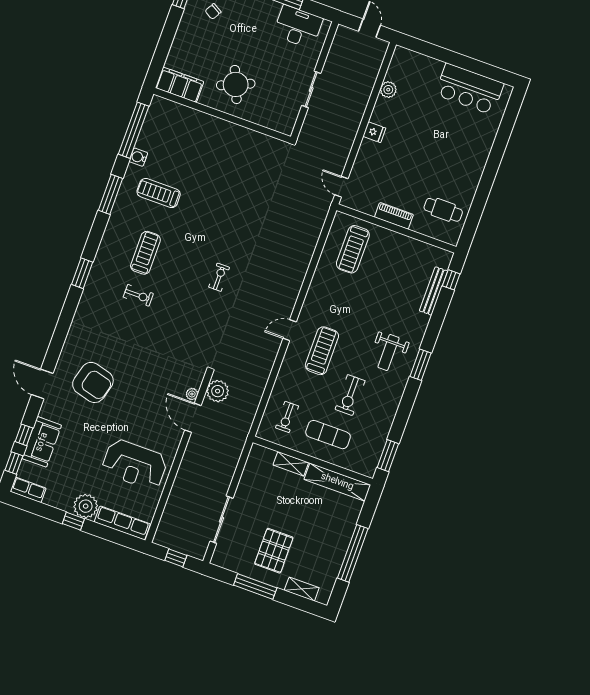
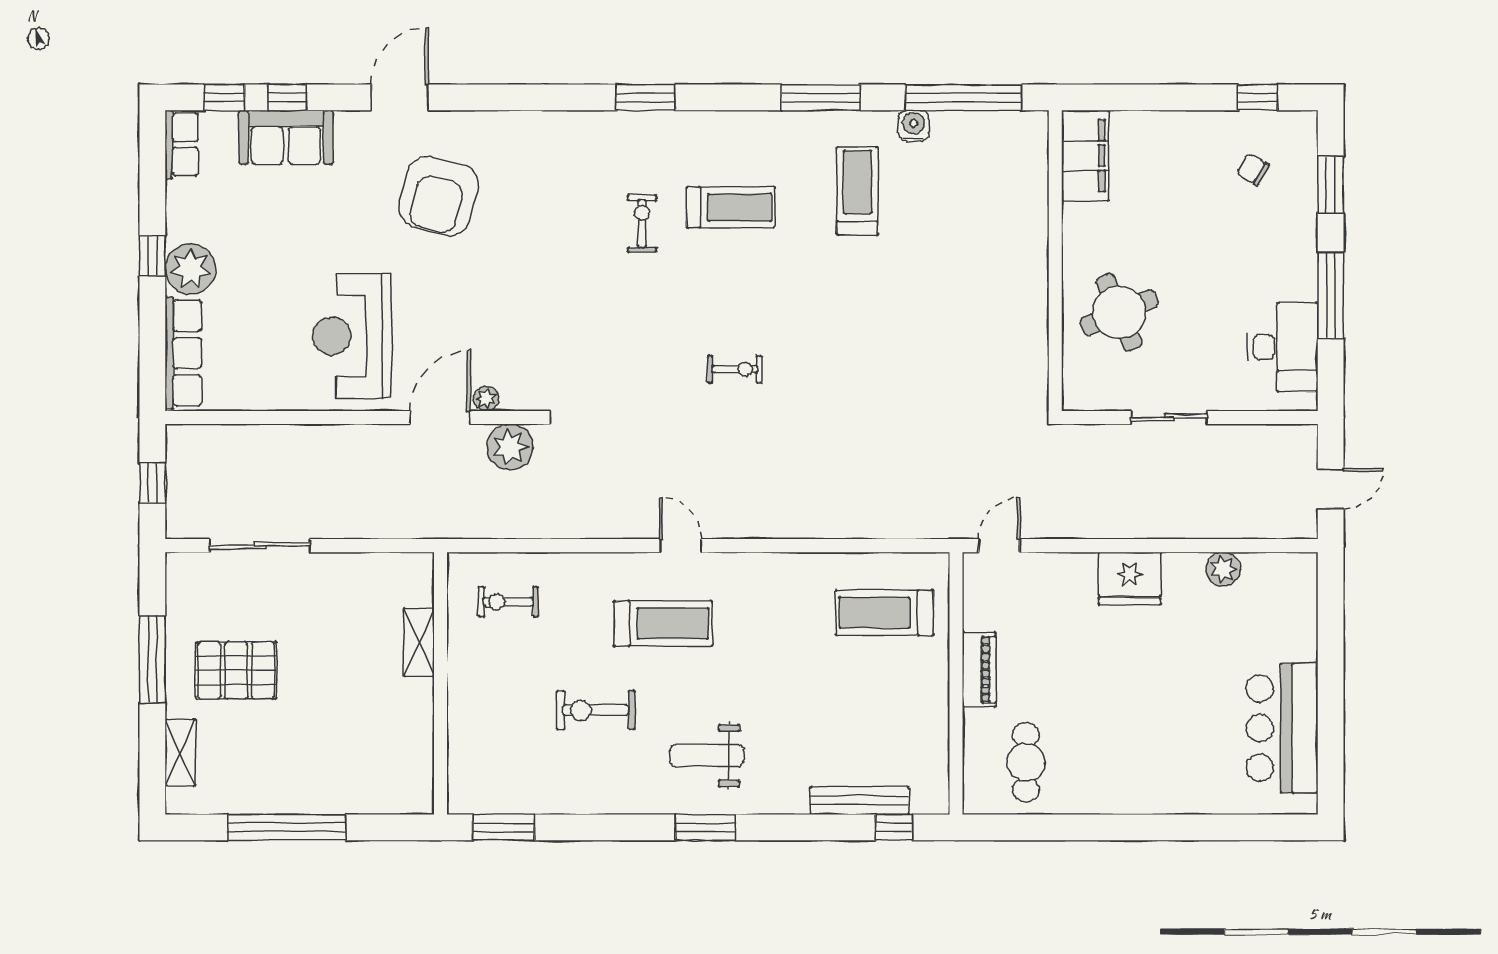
round table: (236, 84) -> (1119, 313), moved
fridge: (374, 132) -> (1130, 579), width x1.88, depth x1.34
exercise bike: (138, 295) -> (642, 224), turned 180
exercise mat: (328, 435) -> (503, 695), removed
reception desk: (135, 464) -> (352, 336), moved
shelving: (337, 482) -> (416, 747), removed

